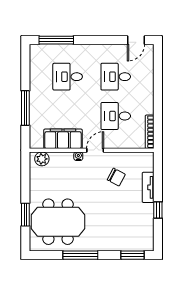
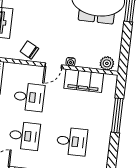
chair: (116, 177) -> (29, 50), moved

